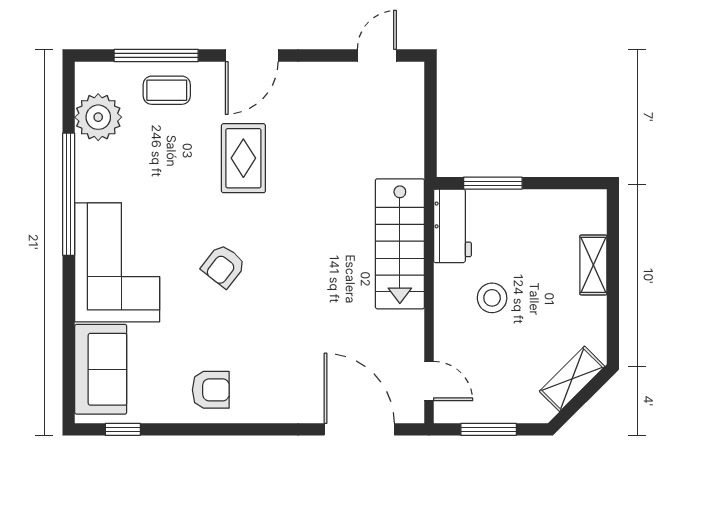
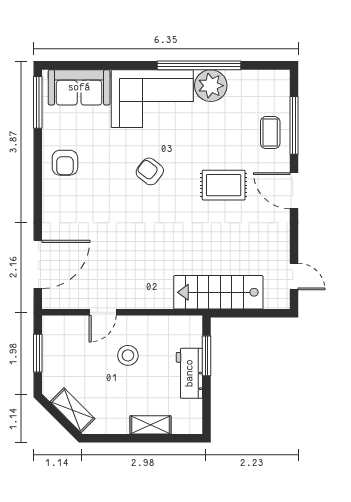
plant: (98, 117) -> (211, 86), moved
workbench: (452, 226) -> (189, 373), moved, turned 90
stairs: (400, 244) -> (218, 292), moved
door: (429, 381) -> (103, 312), moved
window: (123, 429) -> (38, 102), width x2.17

